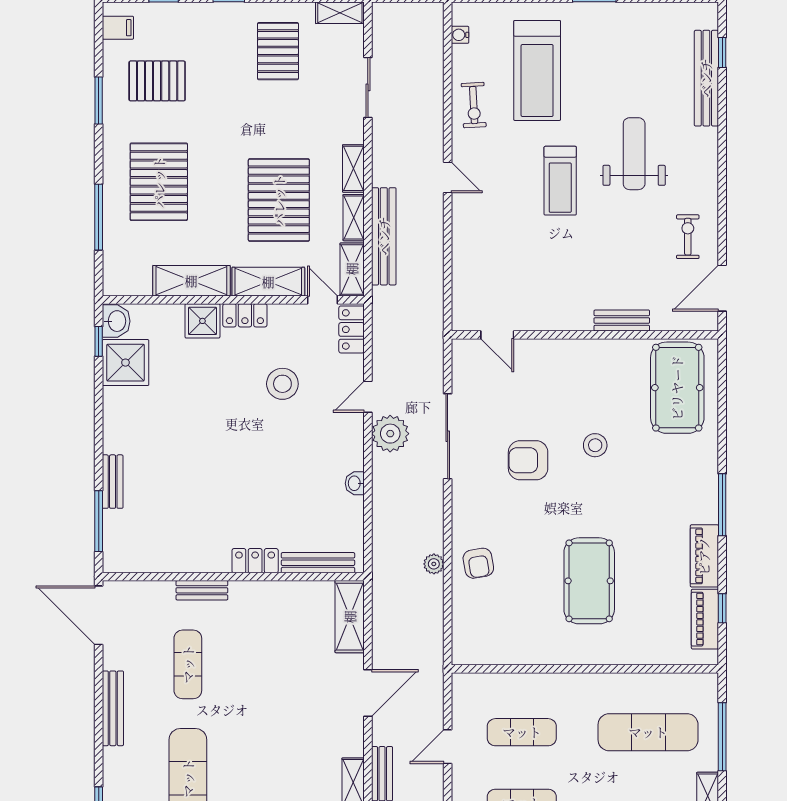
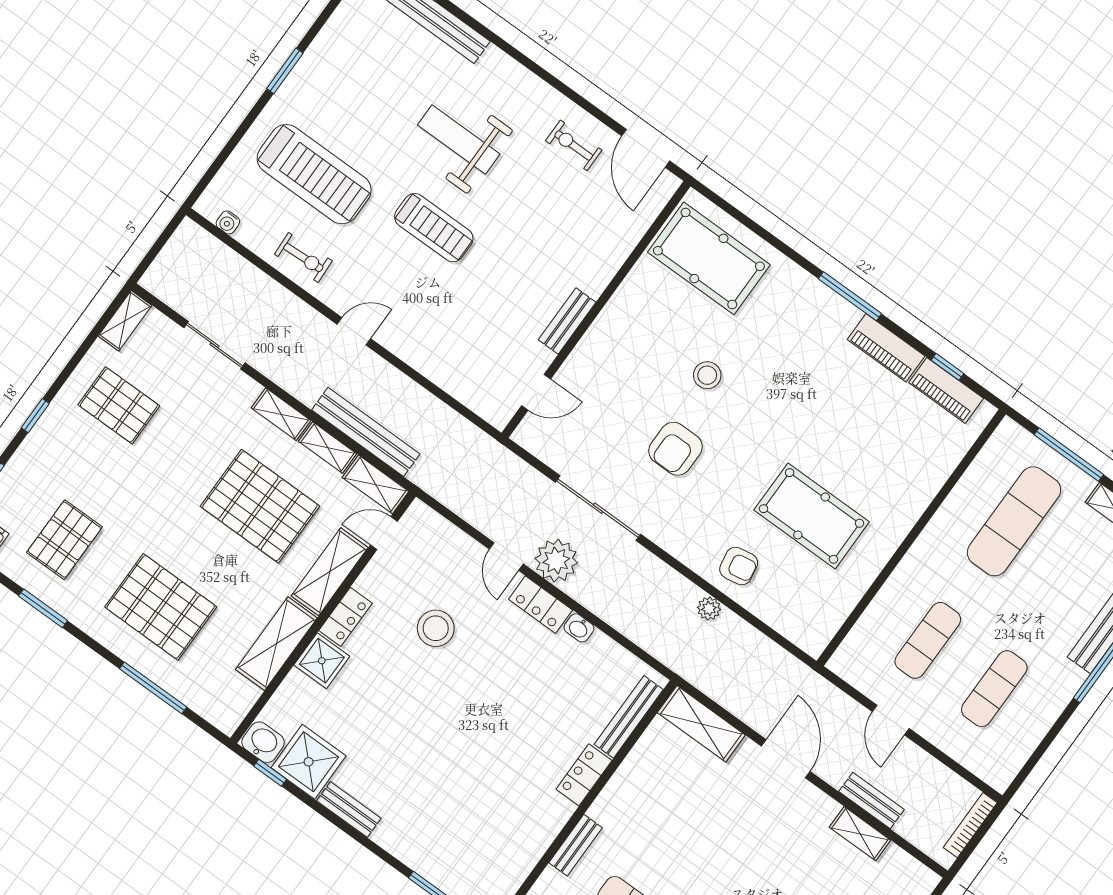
bench: (622, 320) -> (567, 321), moved
locker: (352, 329) -> (540, 605), moved
bench: (113, 482) -> (349, 809), moved
pool table: (589, 581) -> (812, 516), moved

